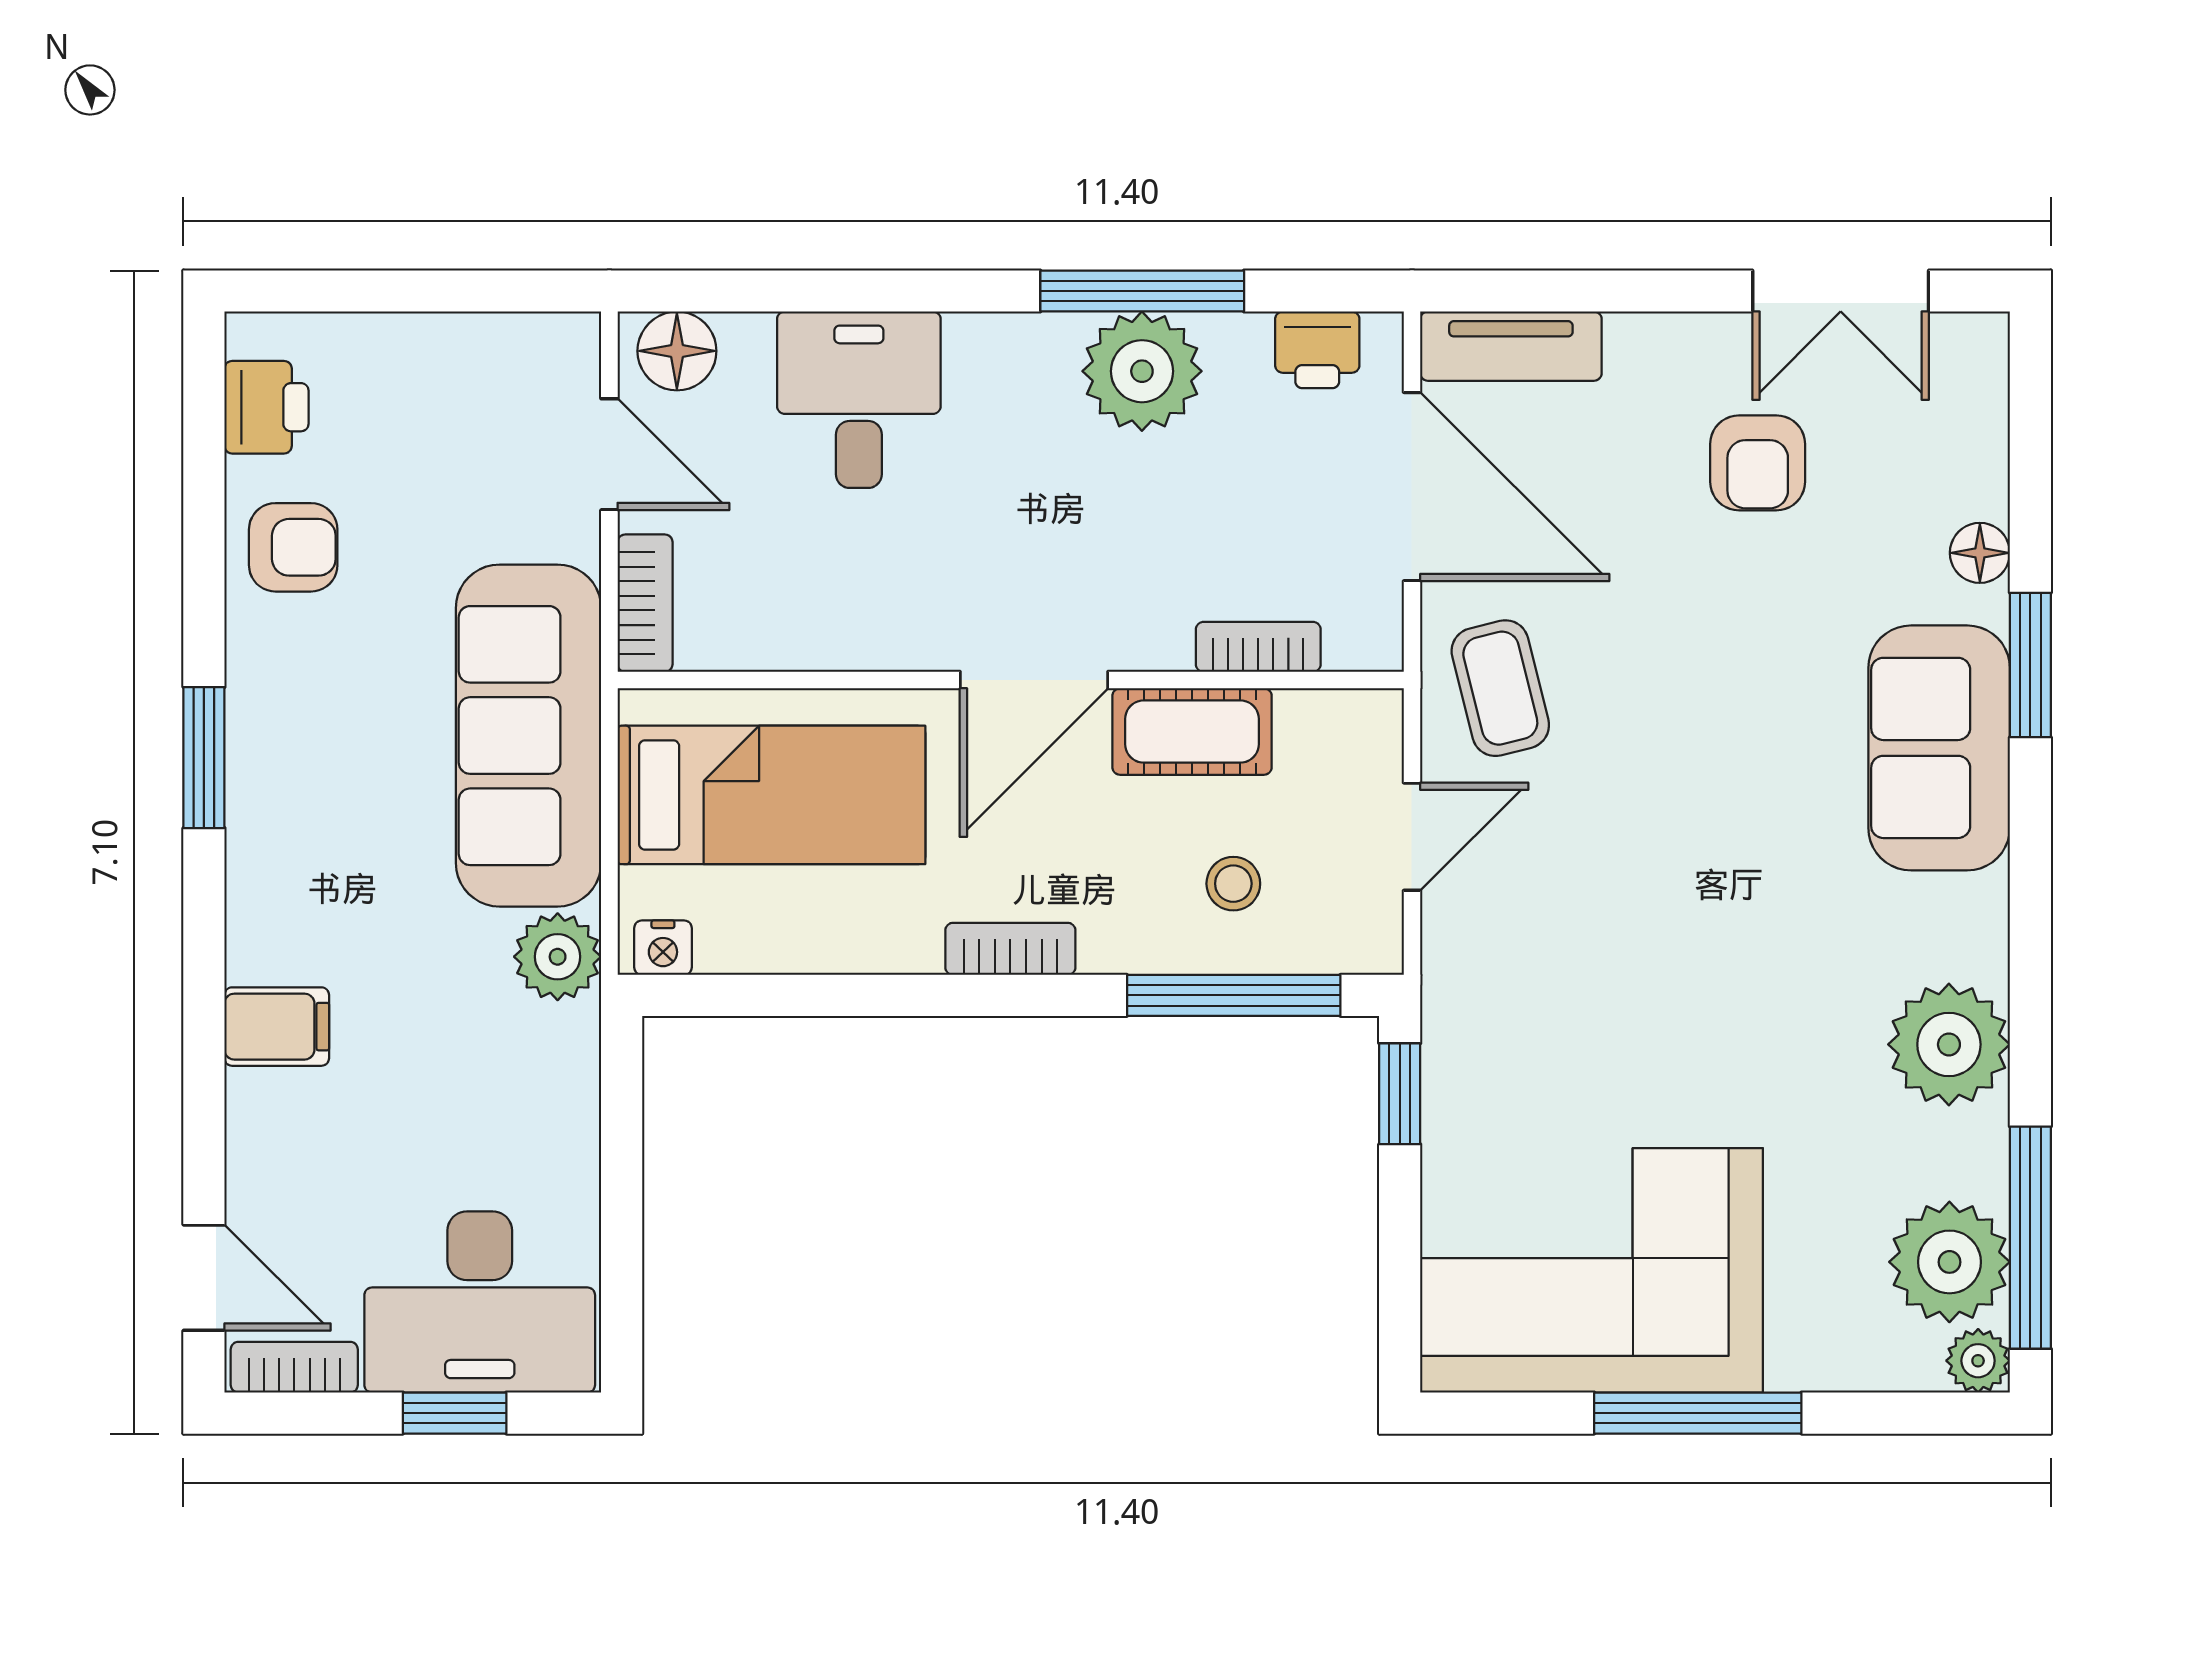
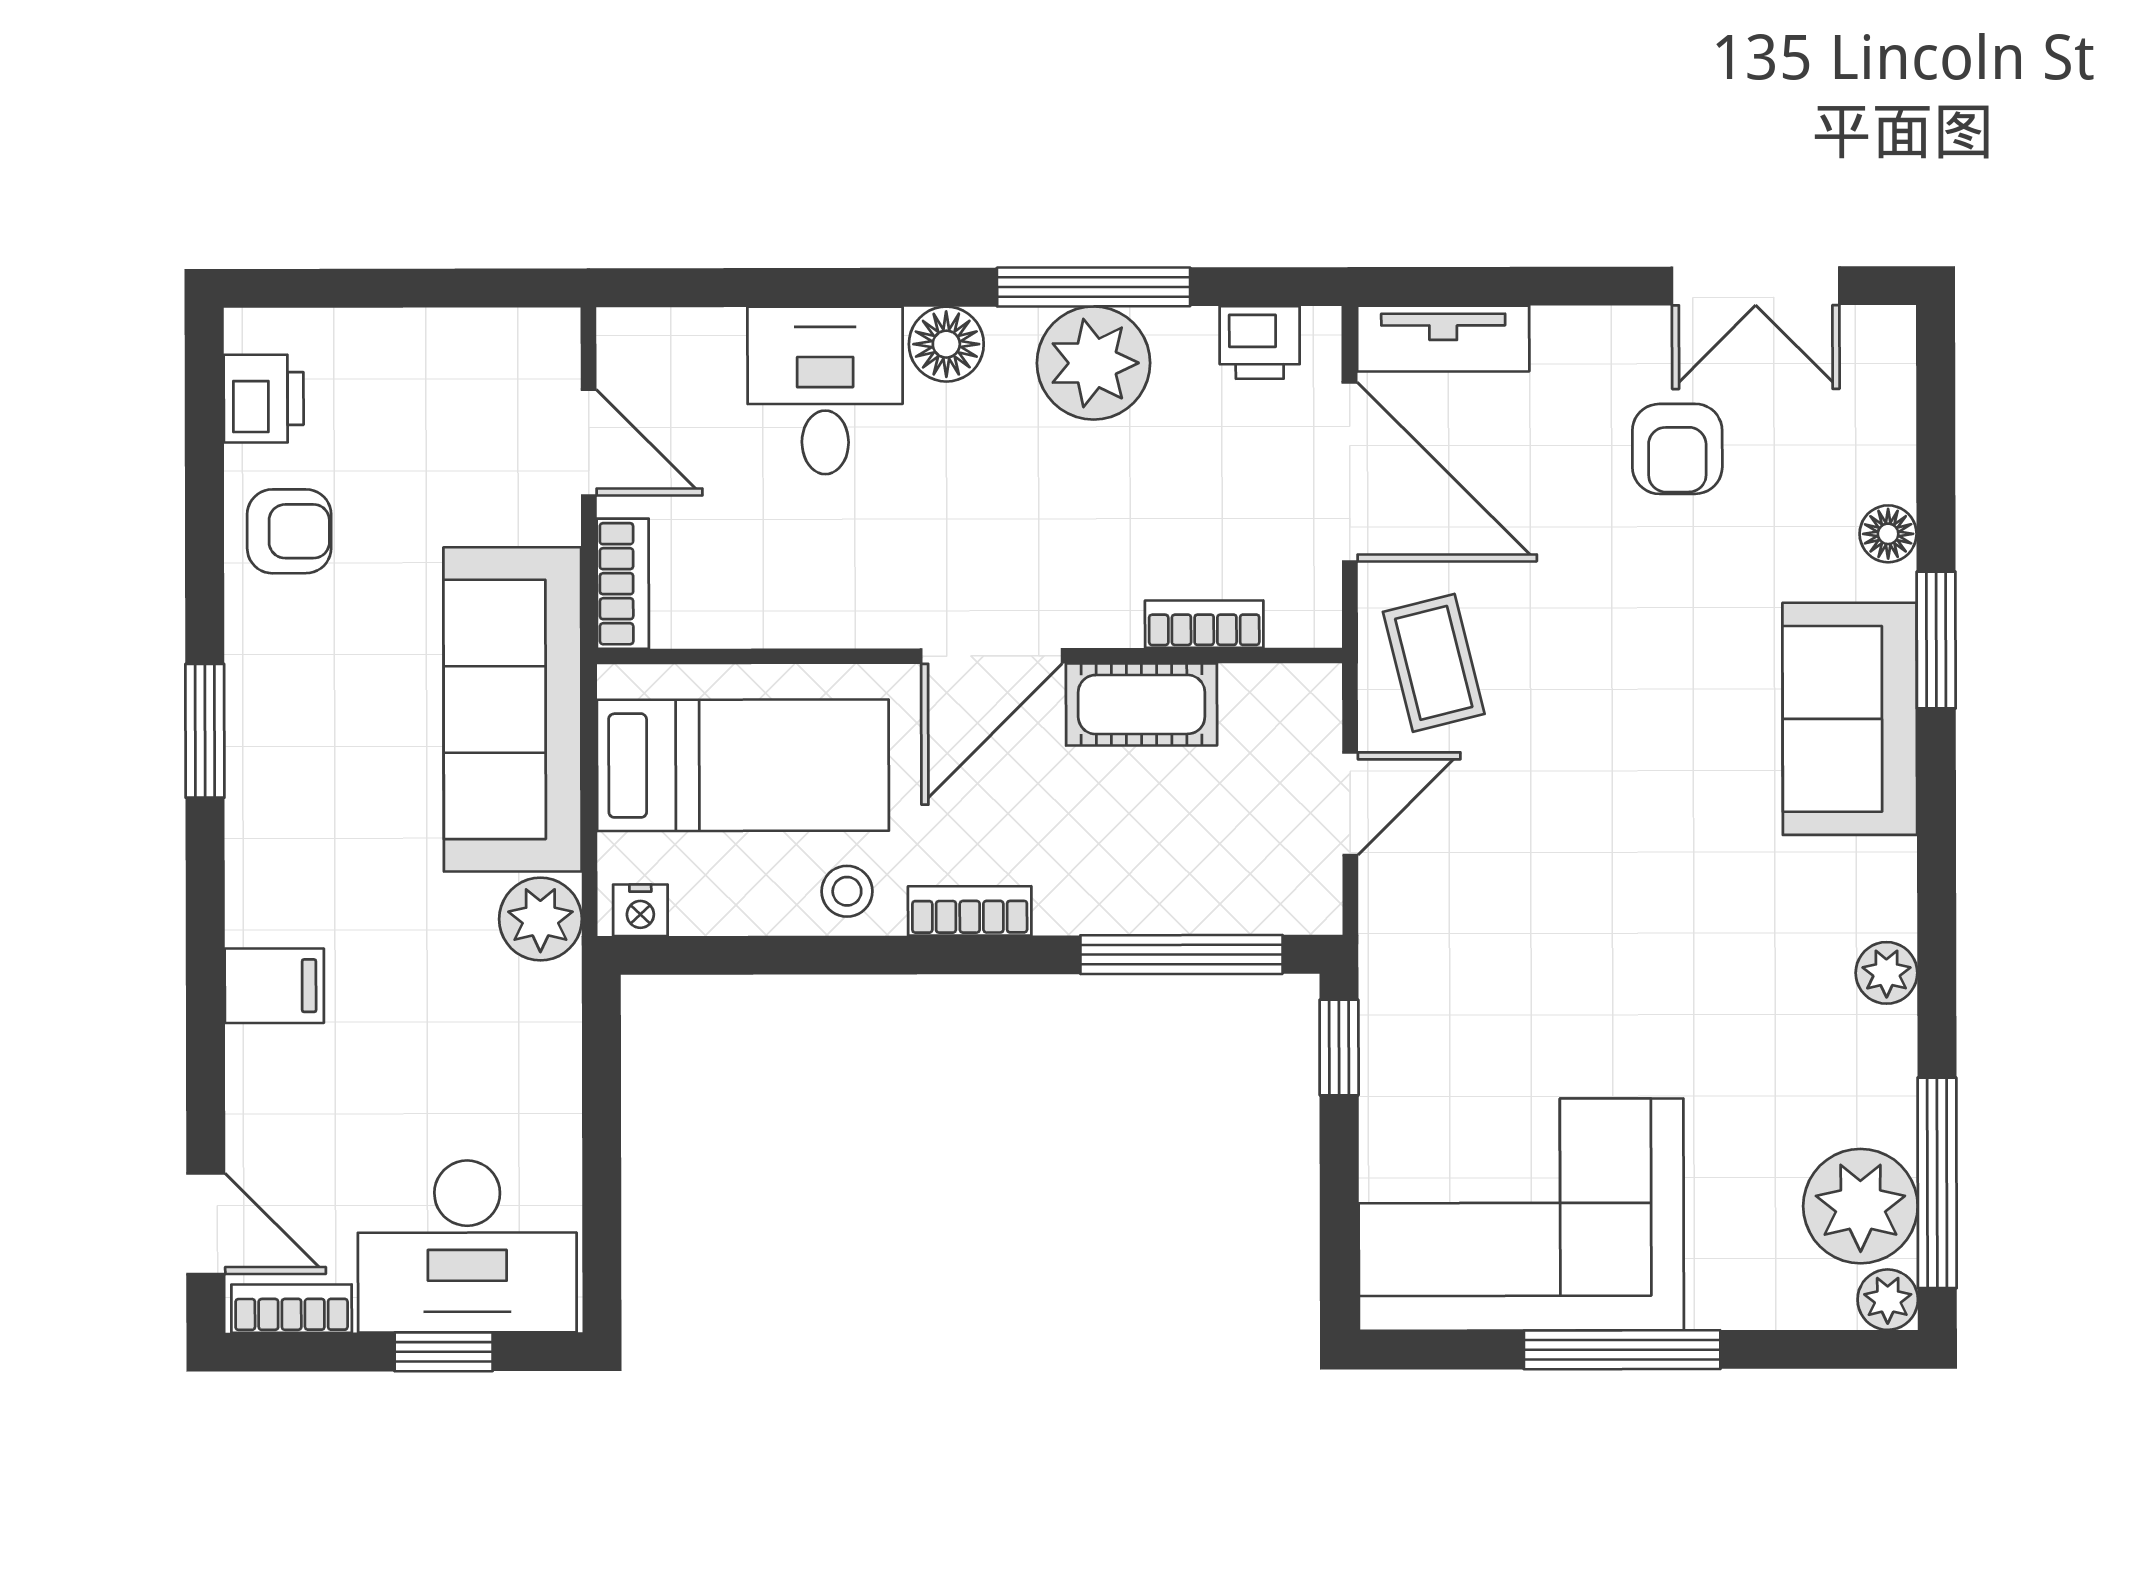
floor lamp: (677, 351) -> (946, 344), moved
stool: (1233, 884) -> (847, 891), moved
plant: (1949, 1044) -> (1887, 973), width x0.53, depth x0.53

